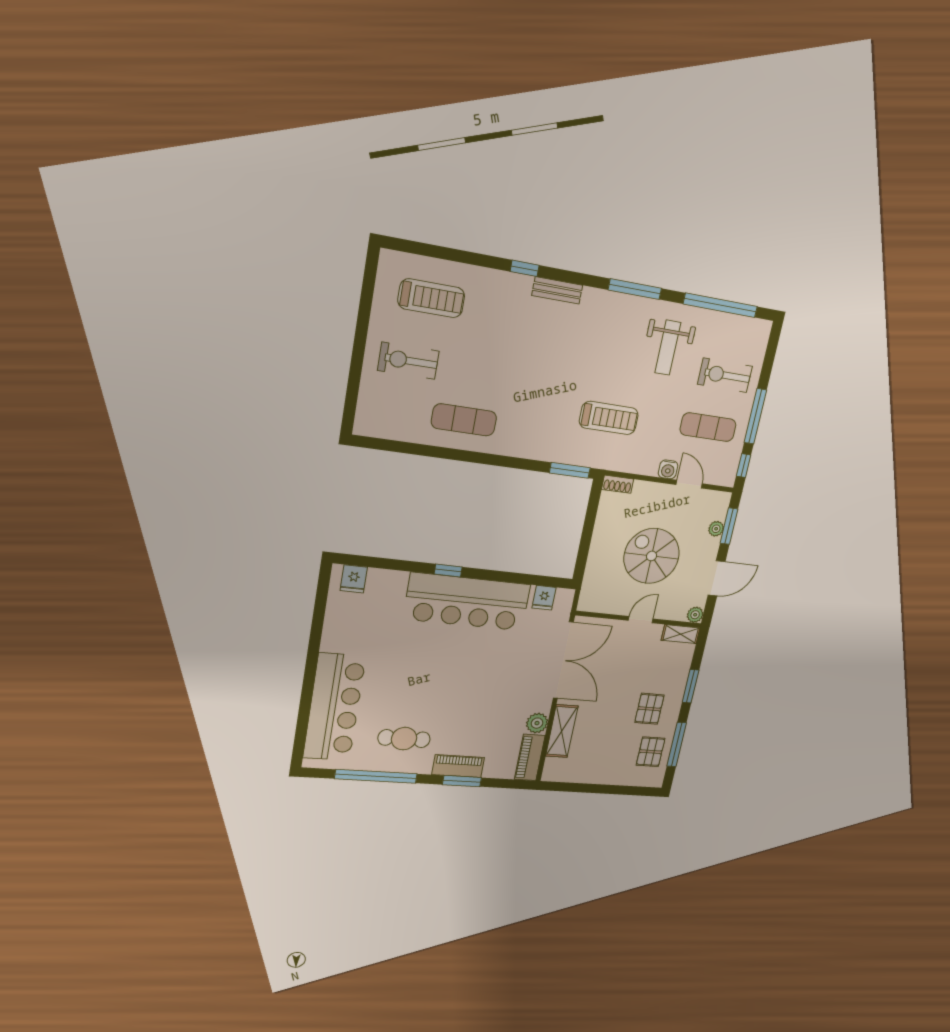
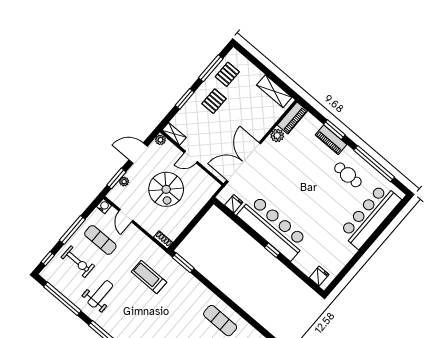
window: (744, 466) -> (48, 259), moved
water cooler: (668, 469) -> (104, 206), moved
shelving: (562, 731) -> (274, 91), moved, turned 90

